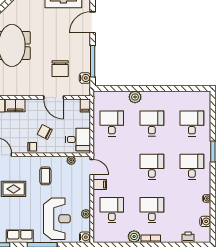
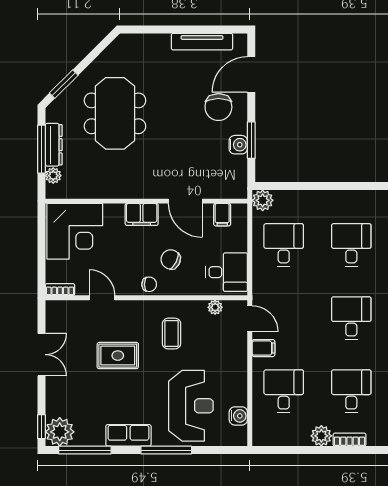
window: (93, 61) -> (251, 140), width x0.69
chair: (60, 69) -> (218, 107), moved
water cooler: (85, 78) -> (238, 145), moved
plant: (135, 97) -> (263, 200), moved
filing cabinet: (15, 105) -> (142, 214), moved
filing cabinet: (85, 105) -> (222, 215), moved
plant: (86, 214) -> (240, 398), removed
water cooler: (85, 237) -> (238, 416), moved

